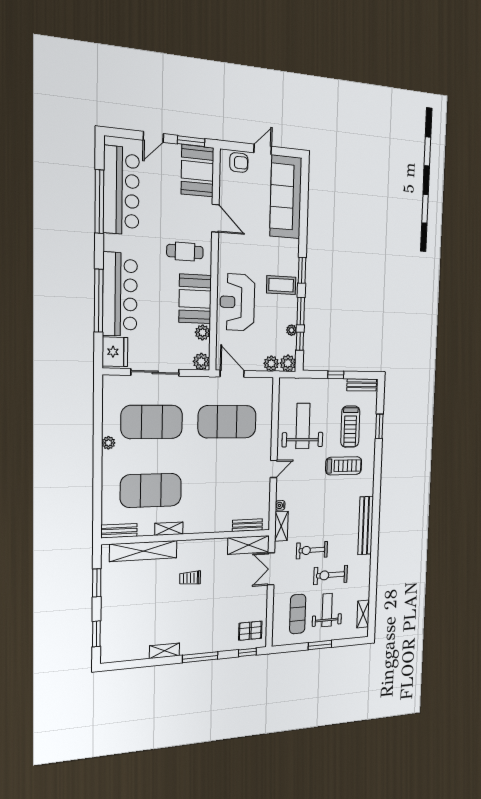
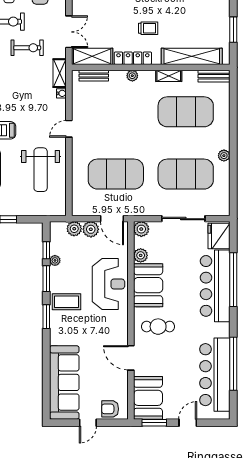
plant: (288, 363) -> (91, 229), moved
plant: (208, 527) -> (132, 76), added
locker: (207, 545) -> (133, 58), added

